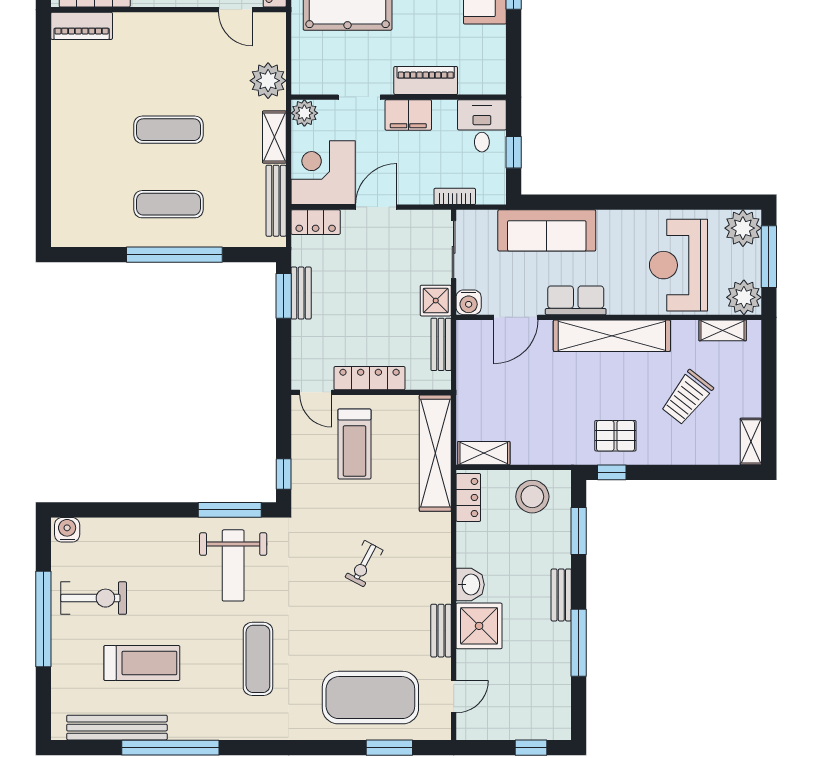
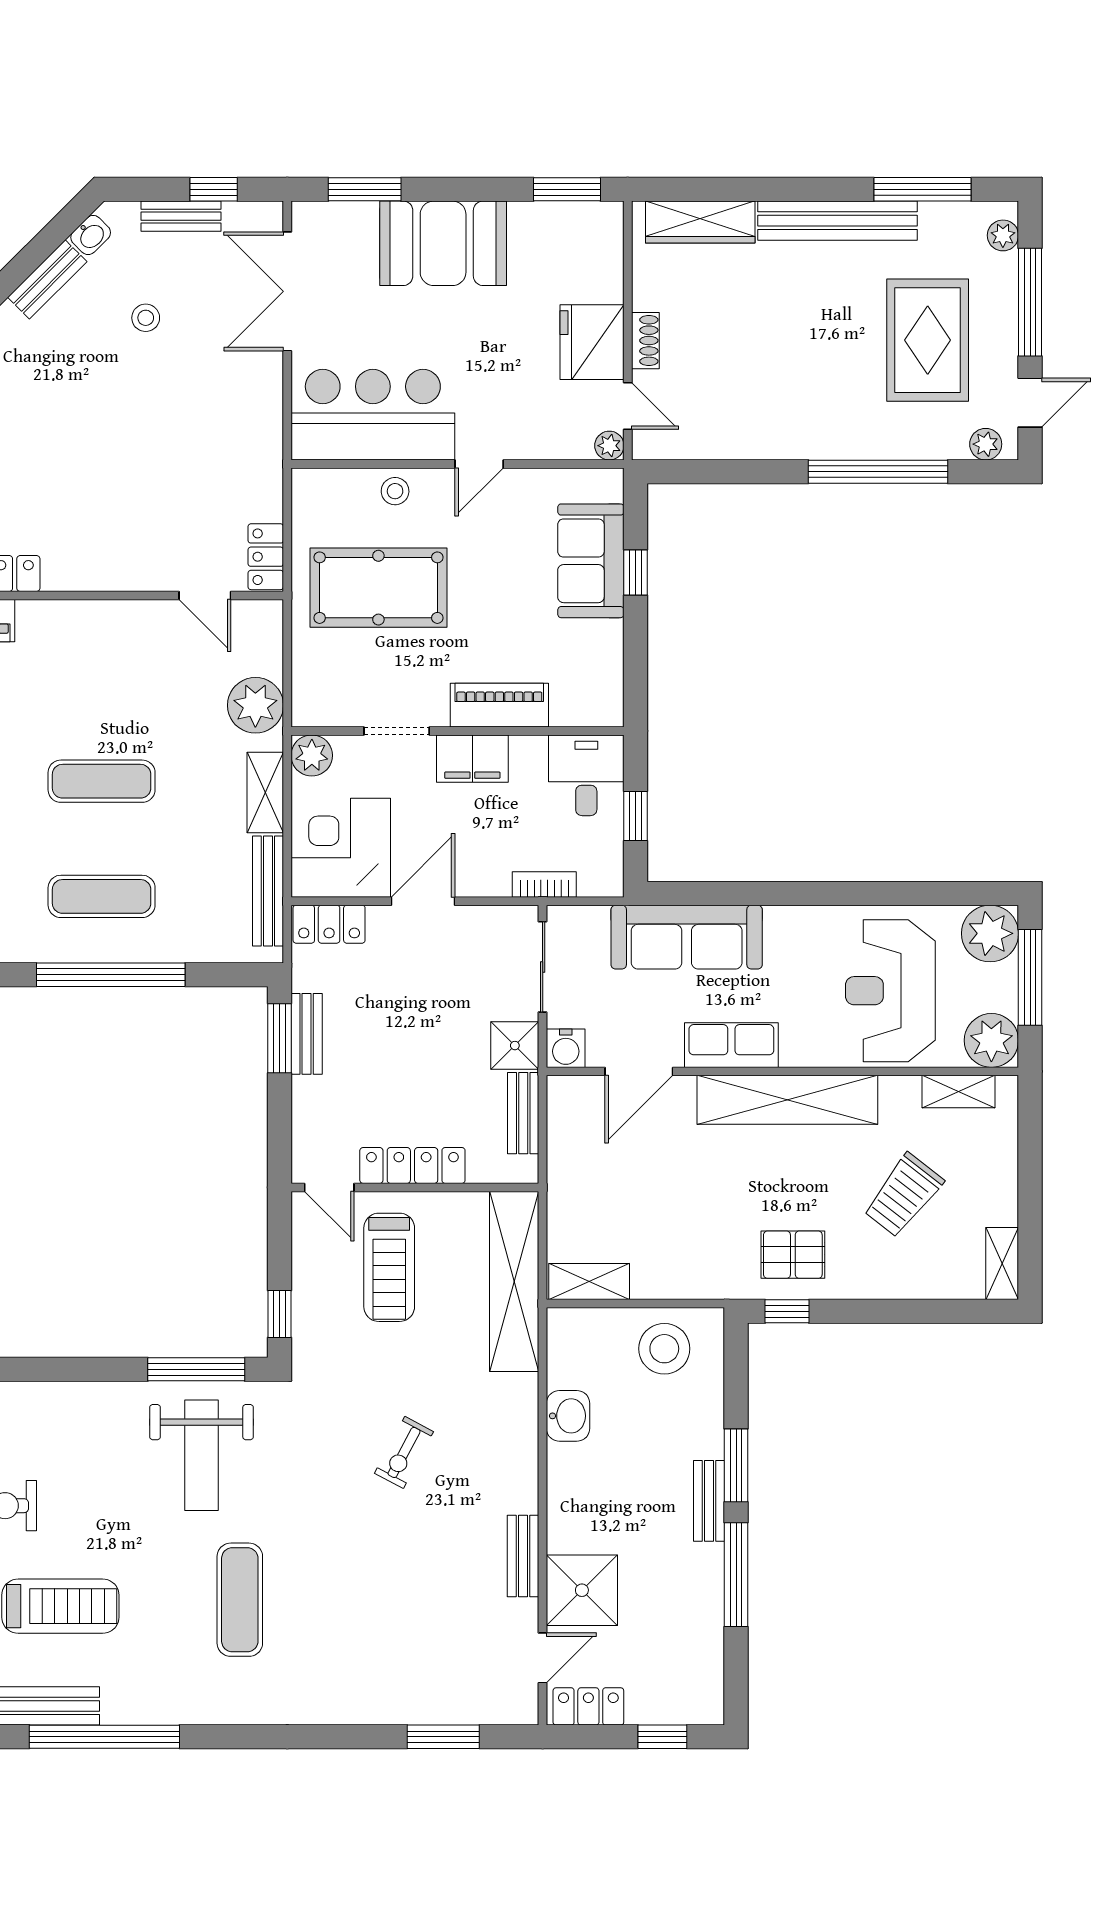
locker: (468, 497) -> (588, 1706), moved, turned -90
window: (579, 531) -> (736, 1465), moved
washbasin: (470, 585) -> (568, 1416), moved
shower: (479, 626) -> (582, 1590), moved
exercise mat: (370, 698) -> (414, 1660), removed

